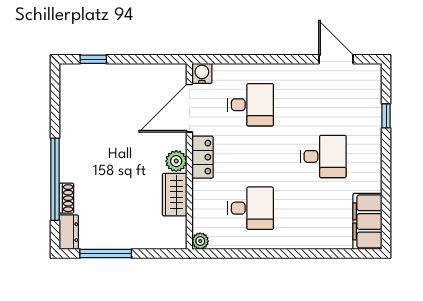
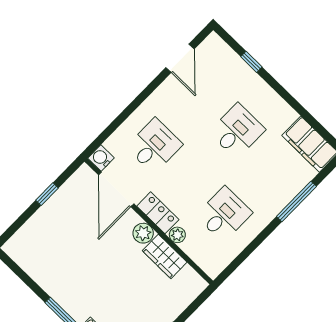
window: (93, 59) -> (47, 194), moved
door: (336, 59) -> (180, 58), swing flipped
plant: (200, 241) -> (177, 235), moved
window: (314, 254) -> (296, 201), added

